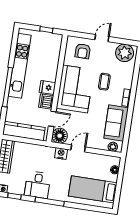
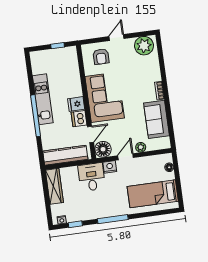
kitchen unit: (20, 66) -> (43, 99), width x0.73
coffee table: (104, 82) -> (132, 81), removed
plant: (113, 147) -> (141, 147), moved
desk: (38, 185) -> (92, 177), moved, turned 180

